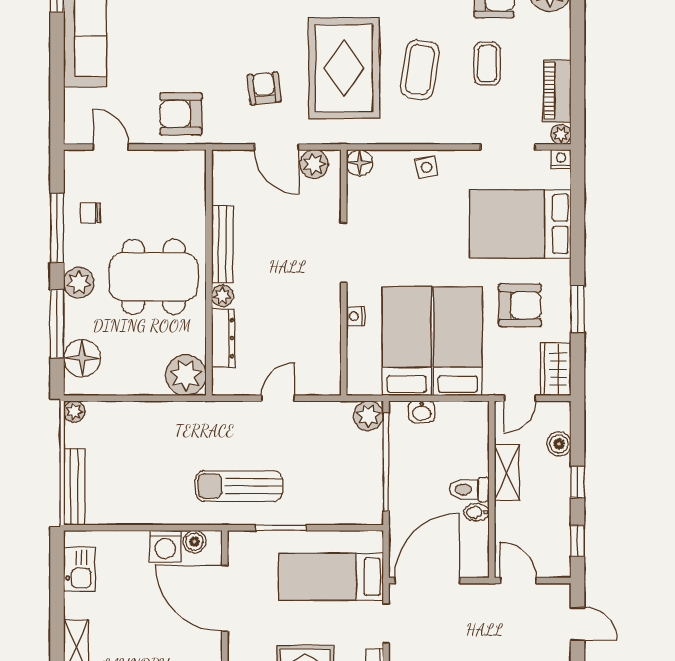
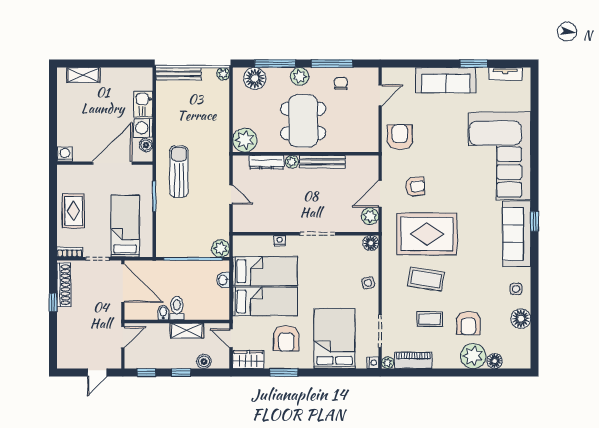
kitchen sink: (79, 569) -> (143, 104), moved, turned 90

